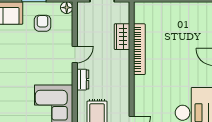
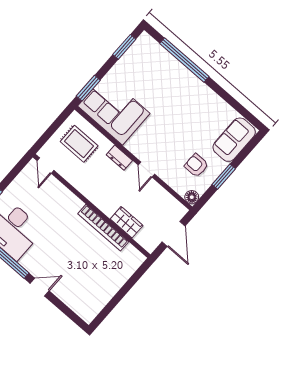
armchair: (43, 23) -> (196, 165), turned 180

